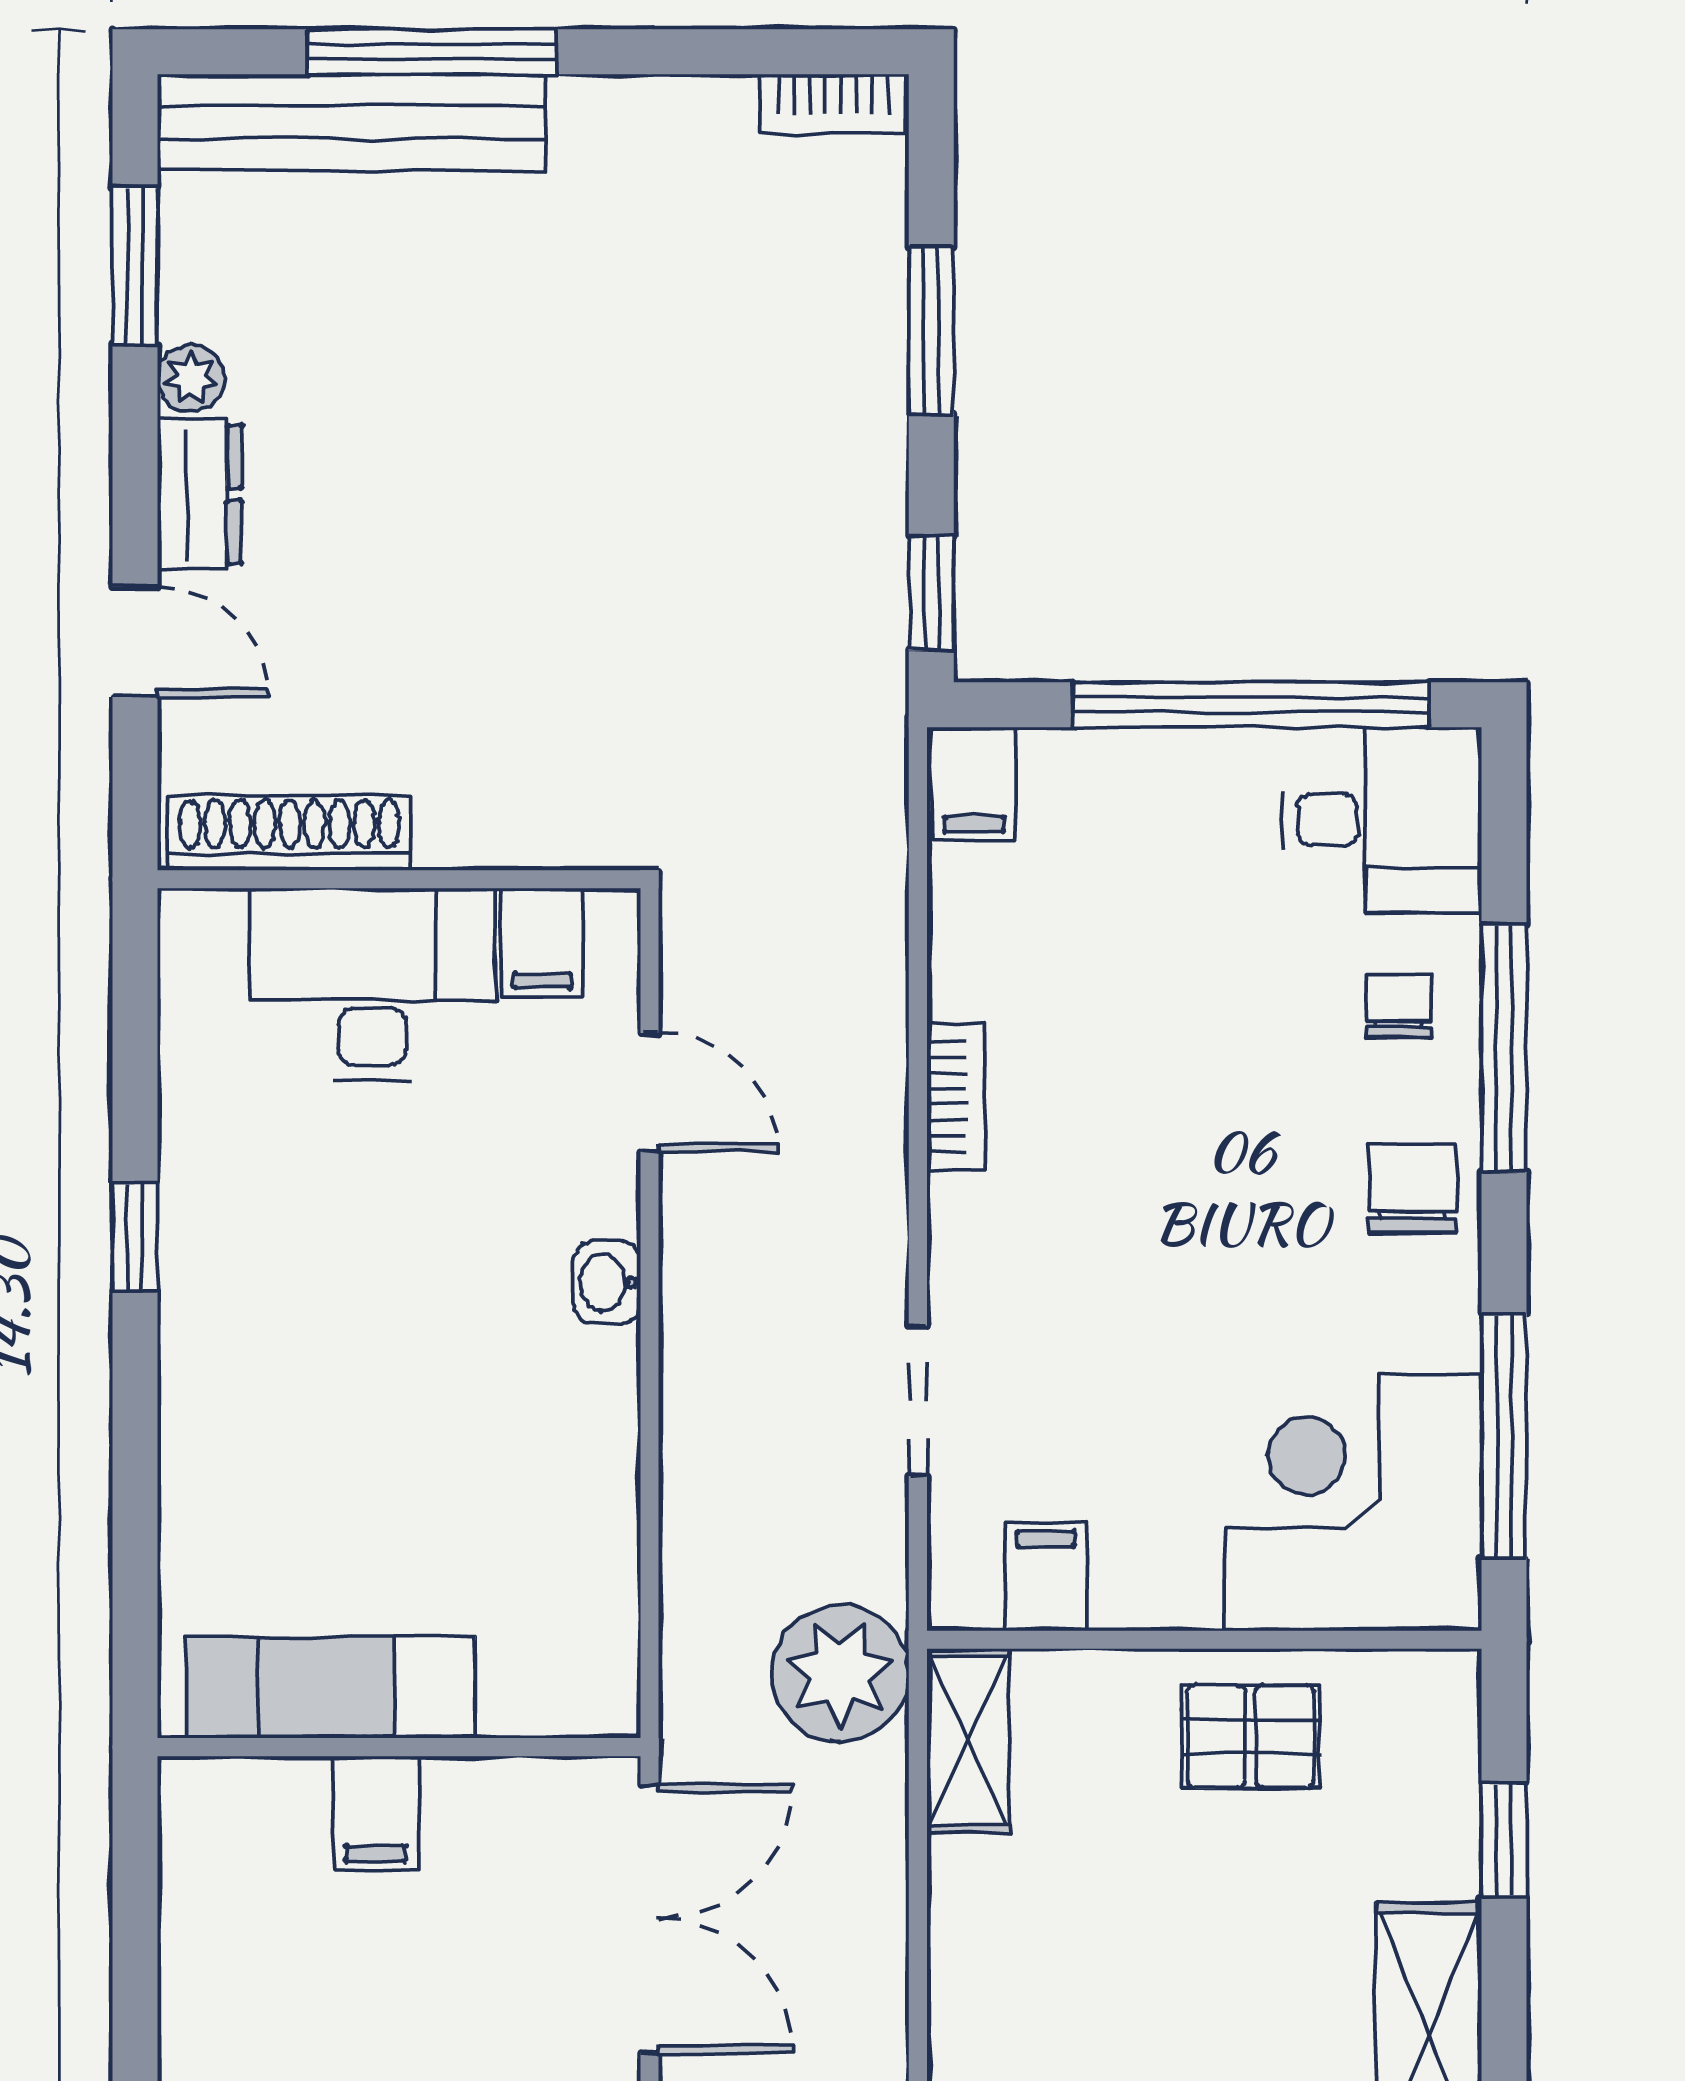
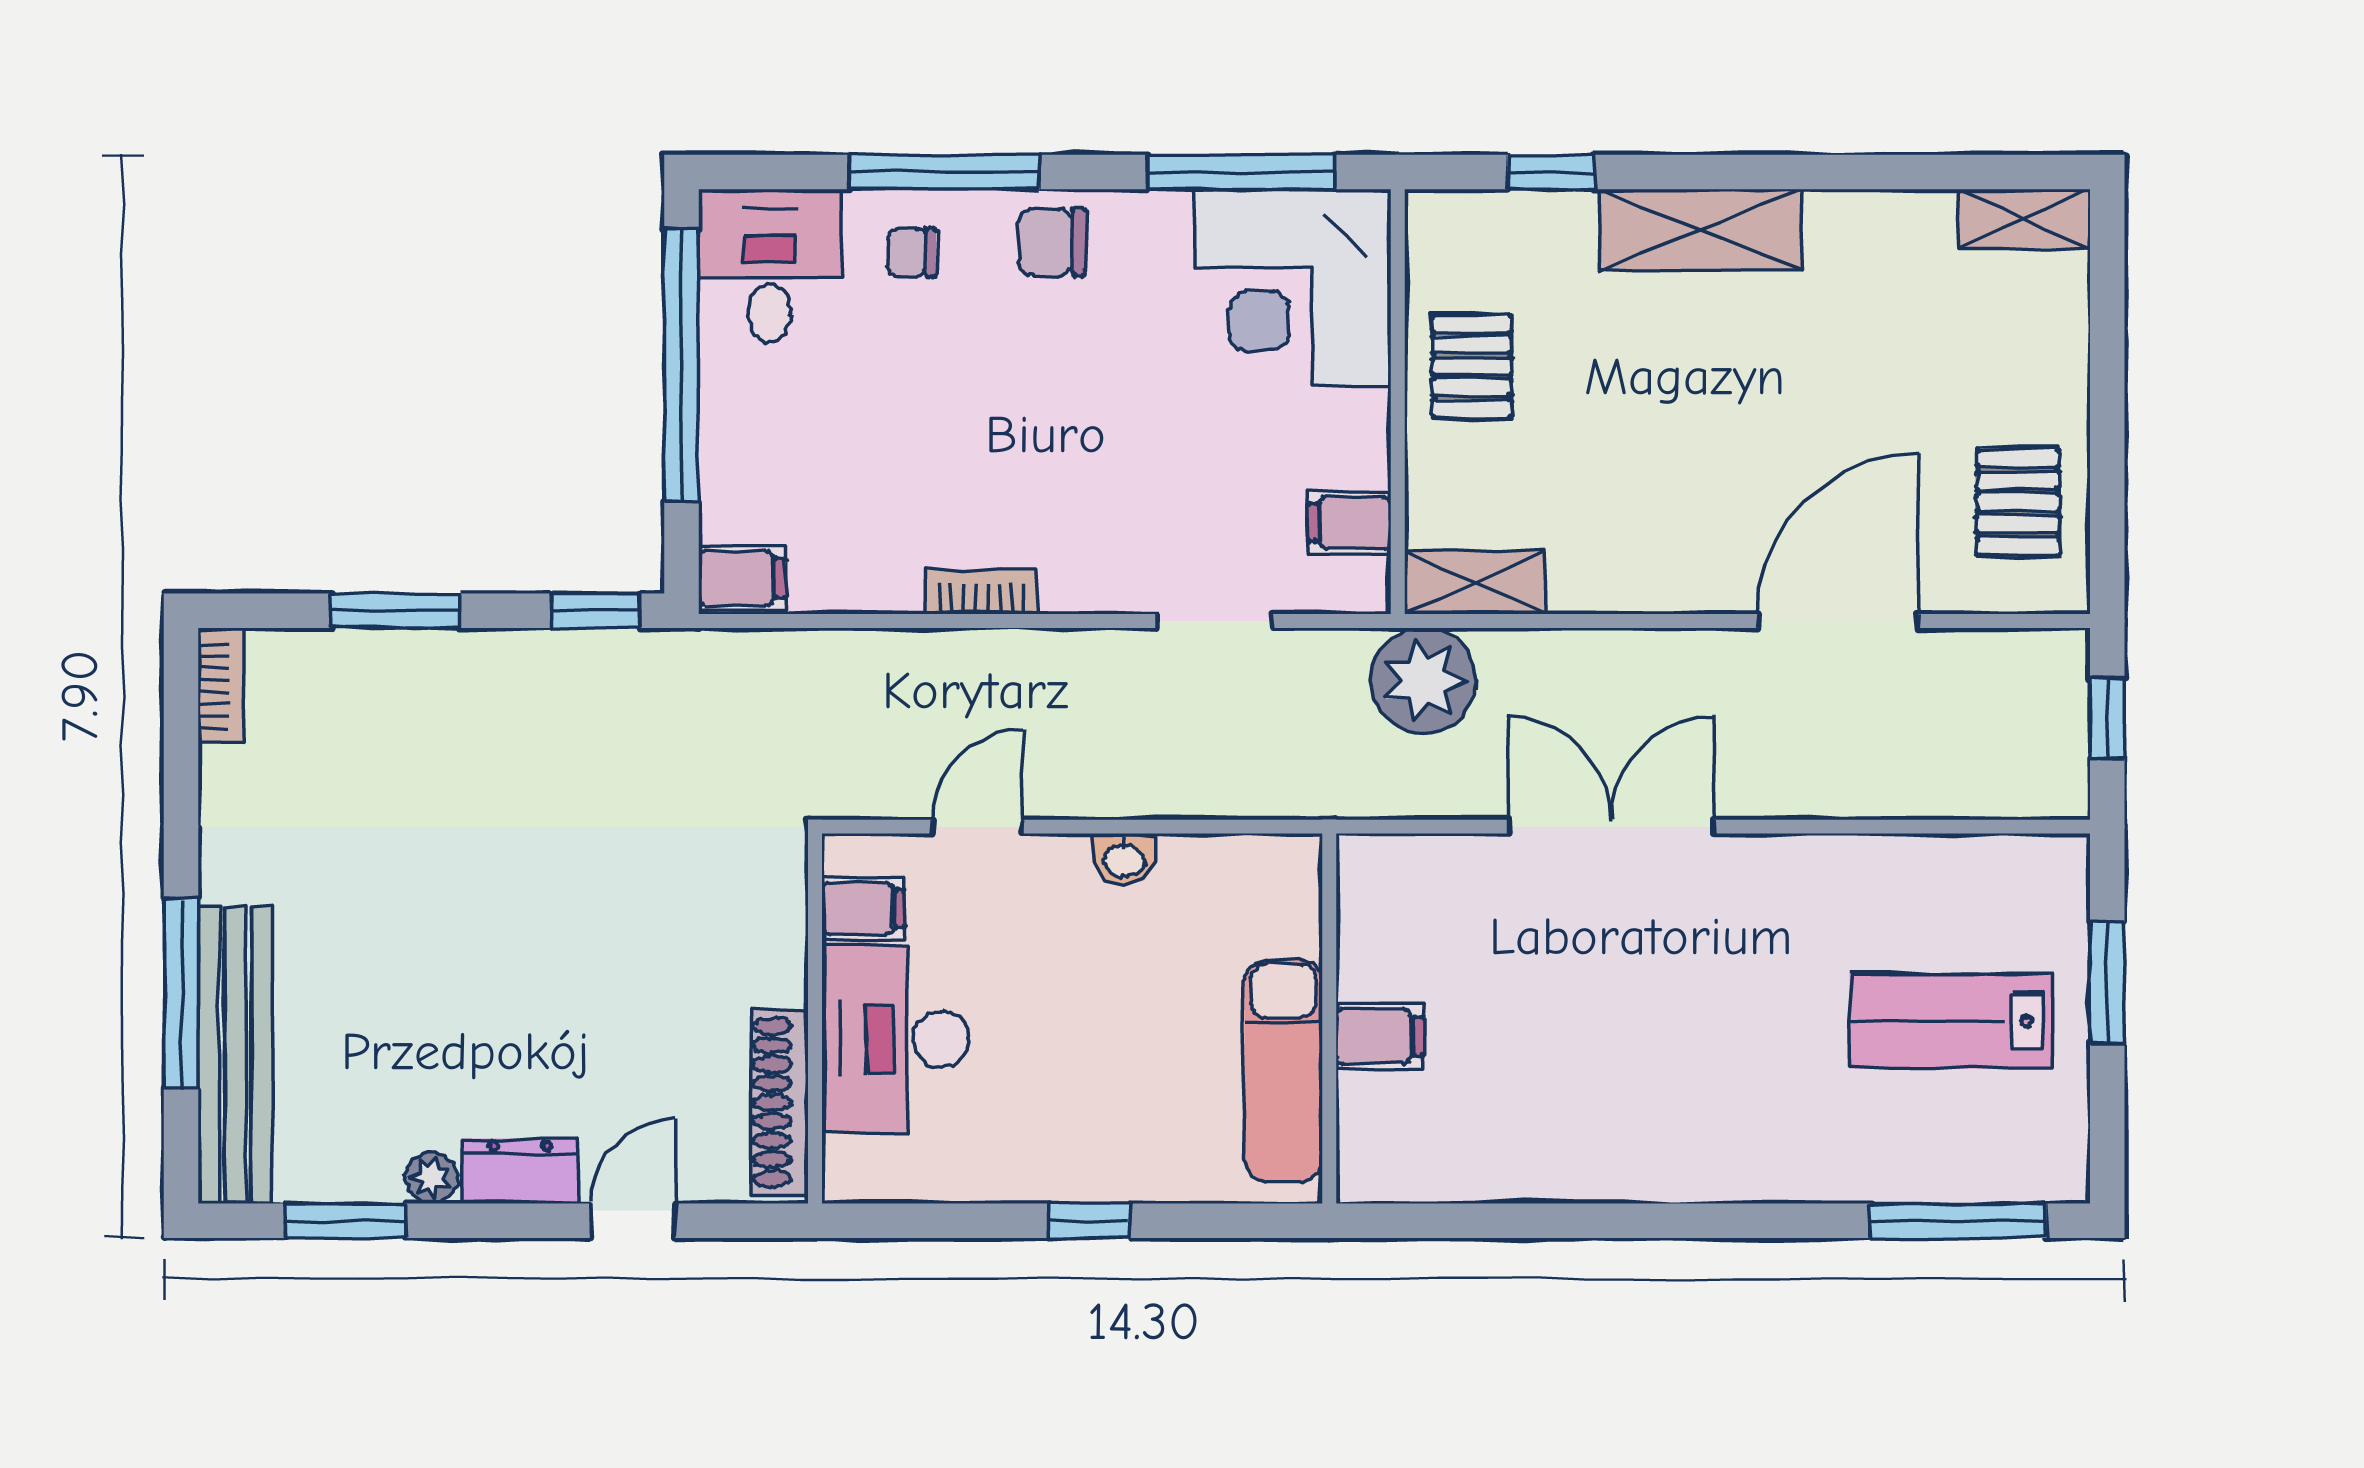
exam couch: (331, 1687) -> (1283, 1071), moved
wall: (399, 1747) -> (1329, 1019), moved
filing cabinet: (376, 1813) -> (1380, 1036), moved

